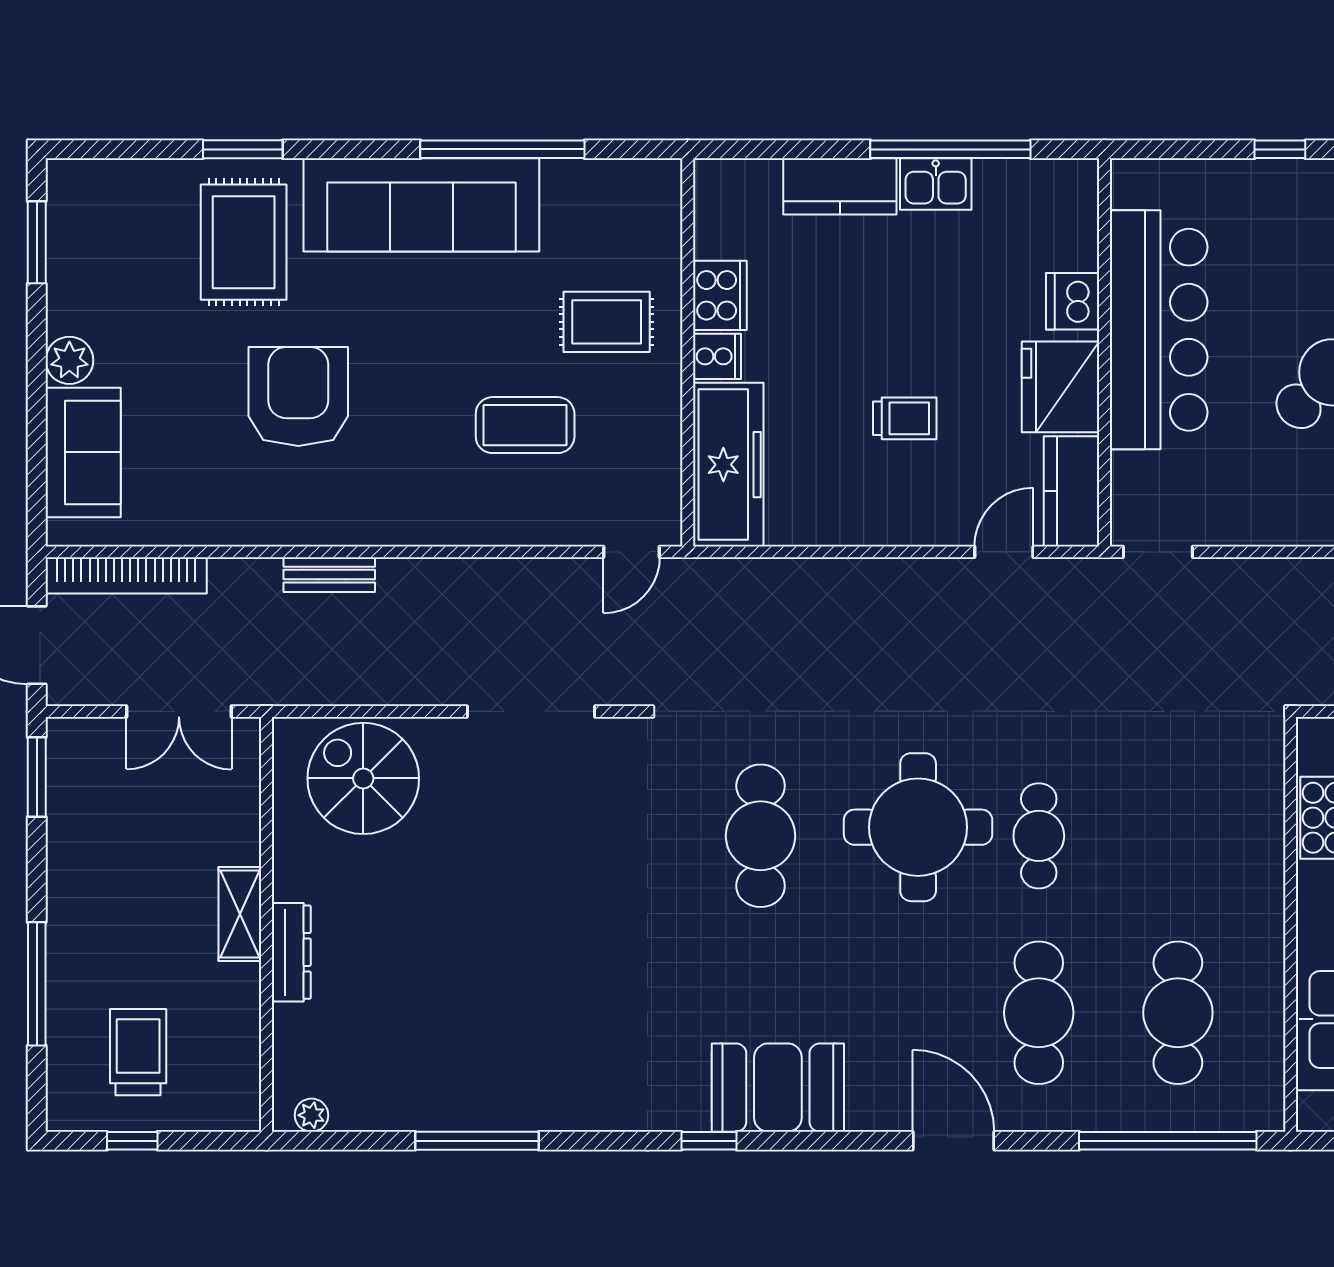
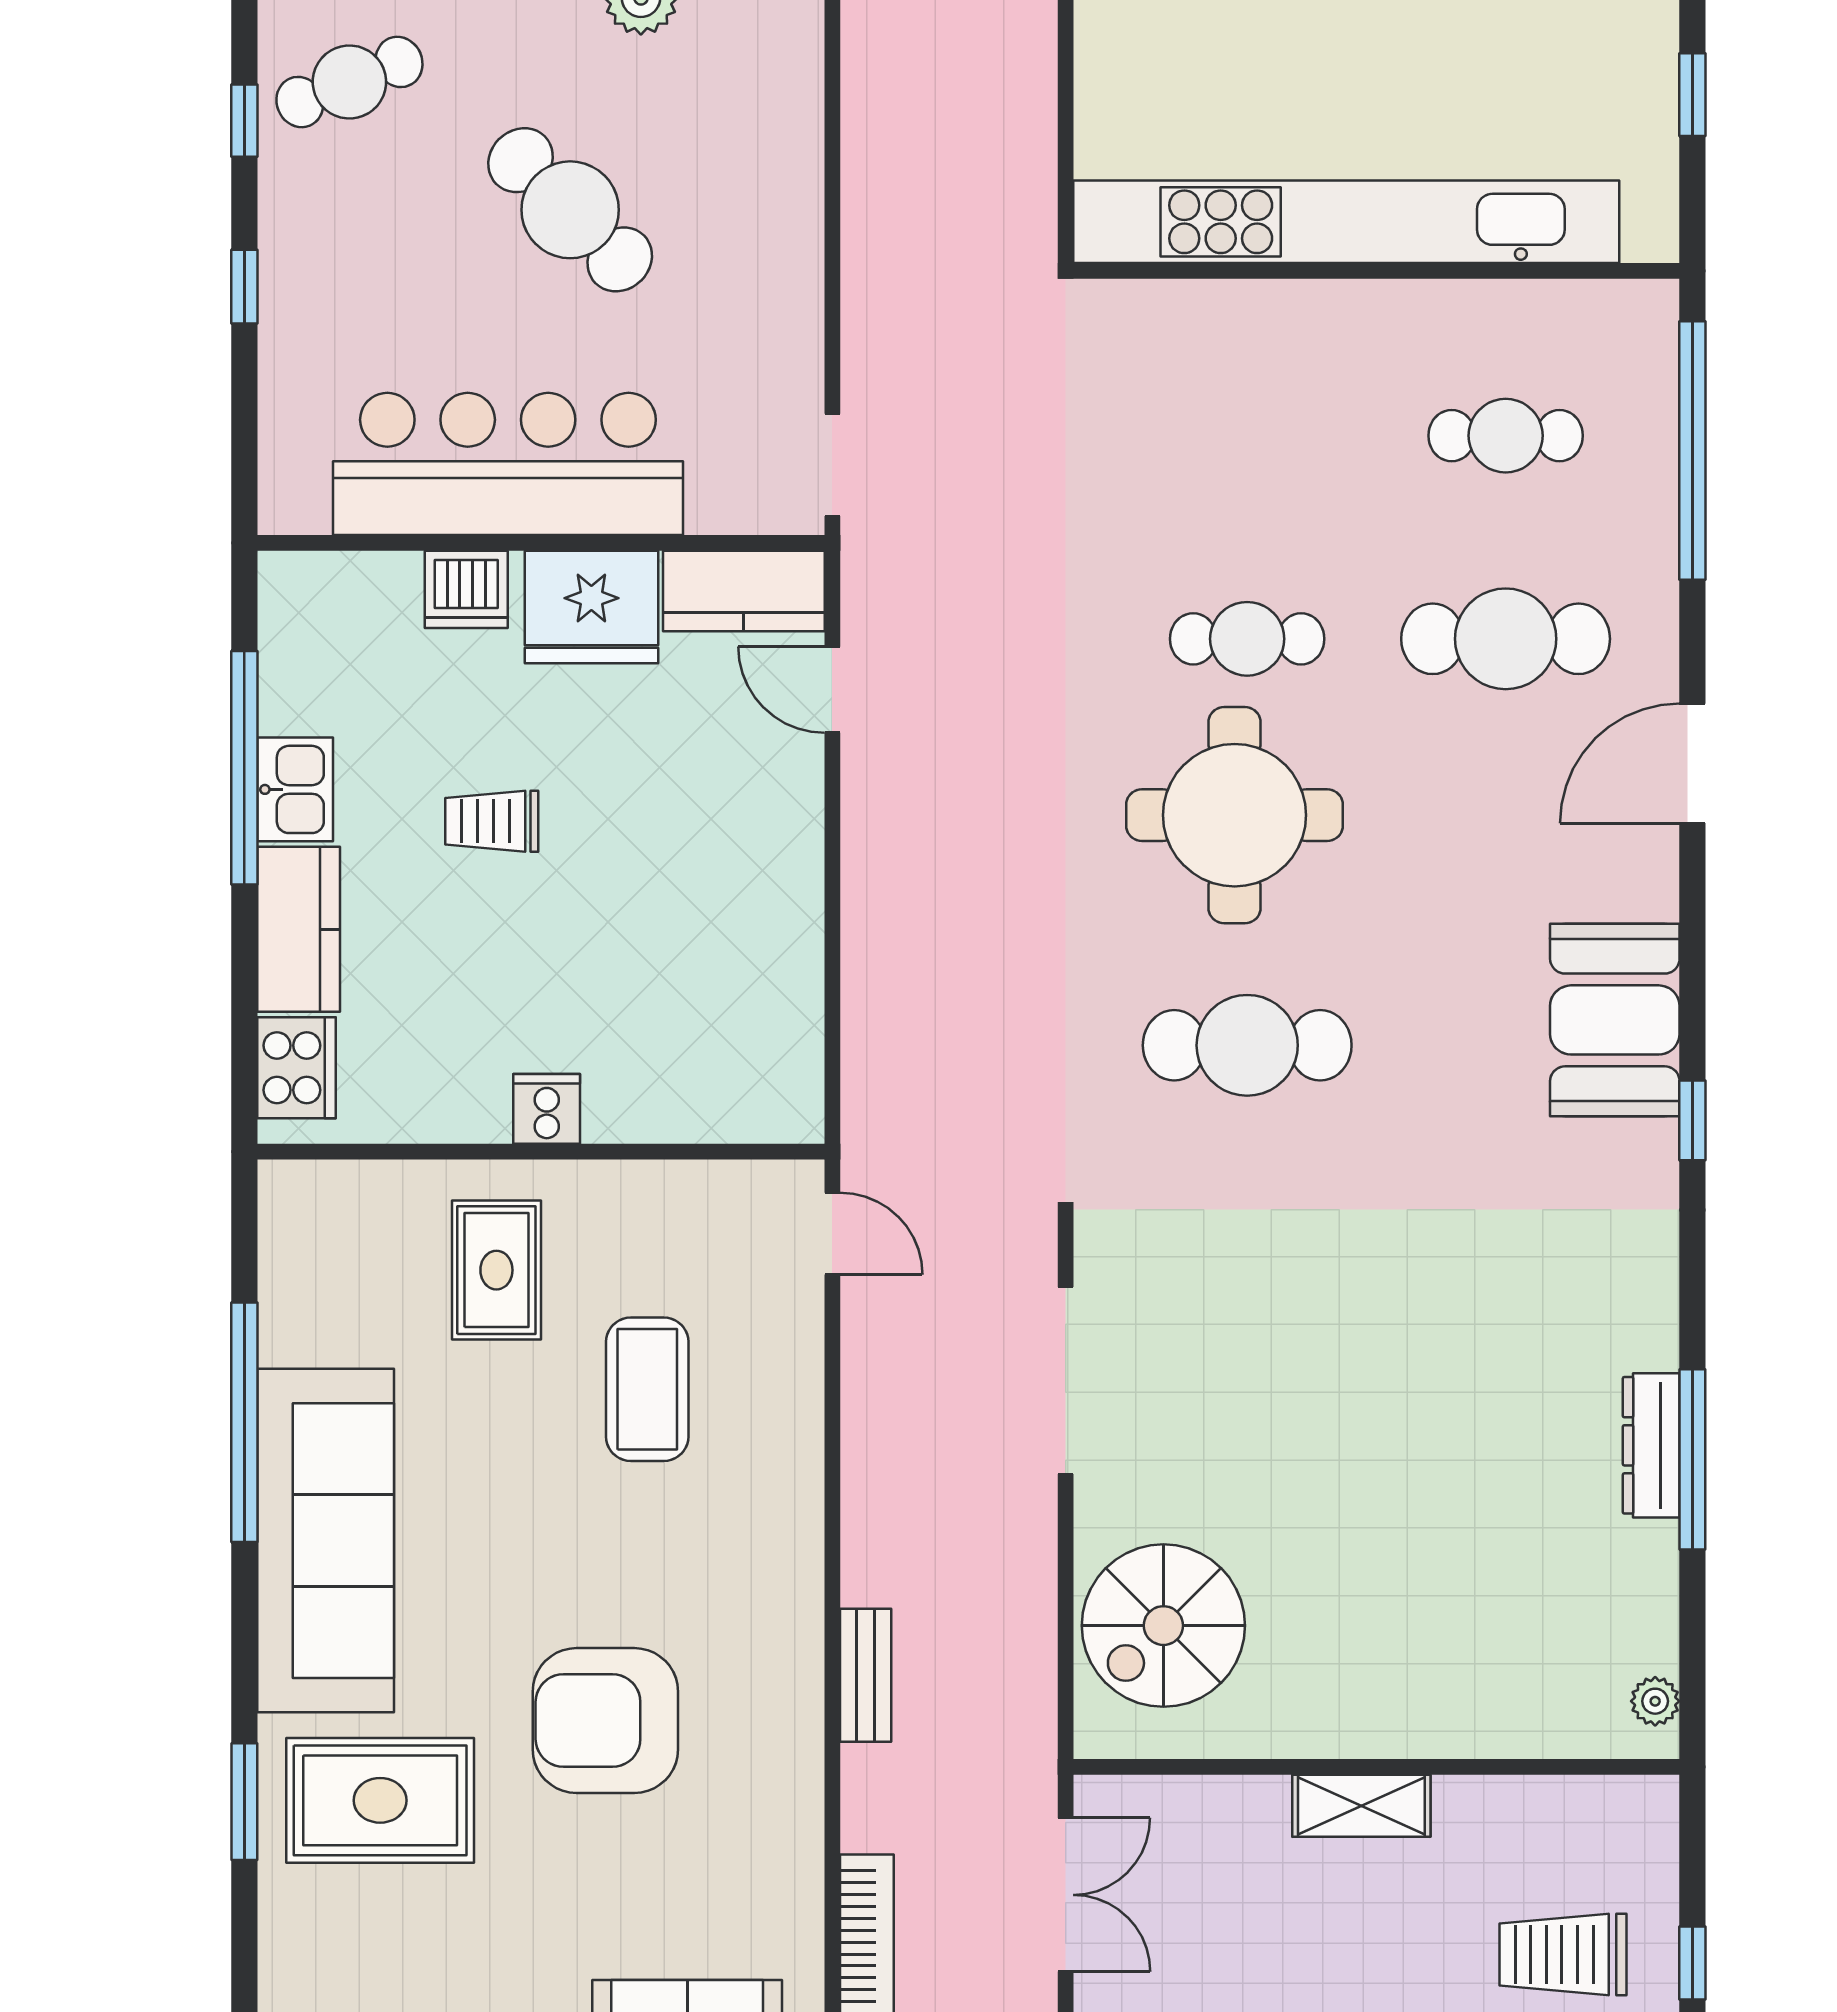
cooker: (720, 295) -> (297, 1068), moved, turned 90
trolley: (905, 418) -> (492, 821), moved, turned -90
freezer: (728, 465) -> (705, 1092), removed
dresser: (291, 952) -> (1651, 1445), moved, turned -90
cafe table: (1178, 1013) -> (1506, 436), width x0.73, depth x0.74

